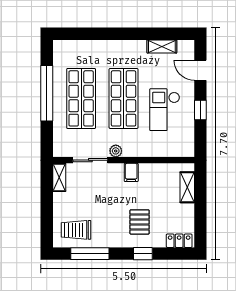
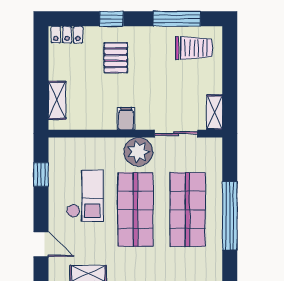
window: (200, 110) -> (41, 175), moved
plant: (116, 151) -> (138, 152), width x1.87, depth x1.87

